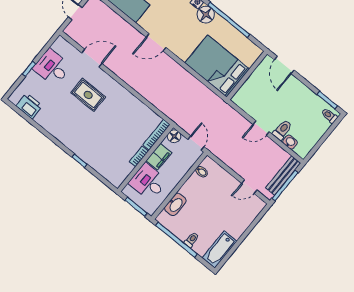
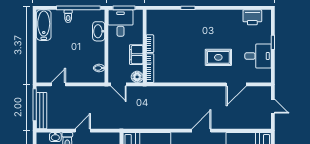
desk: (148, 182) -> (120, 23), moved, turned -90

